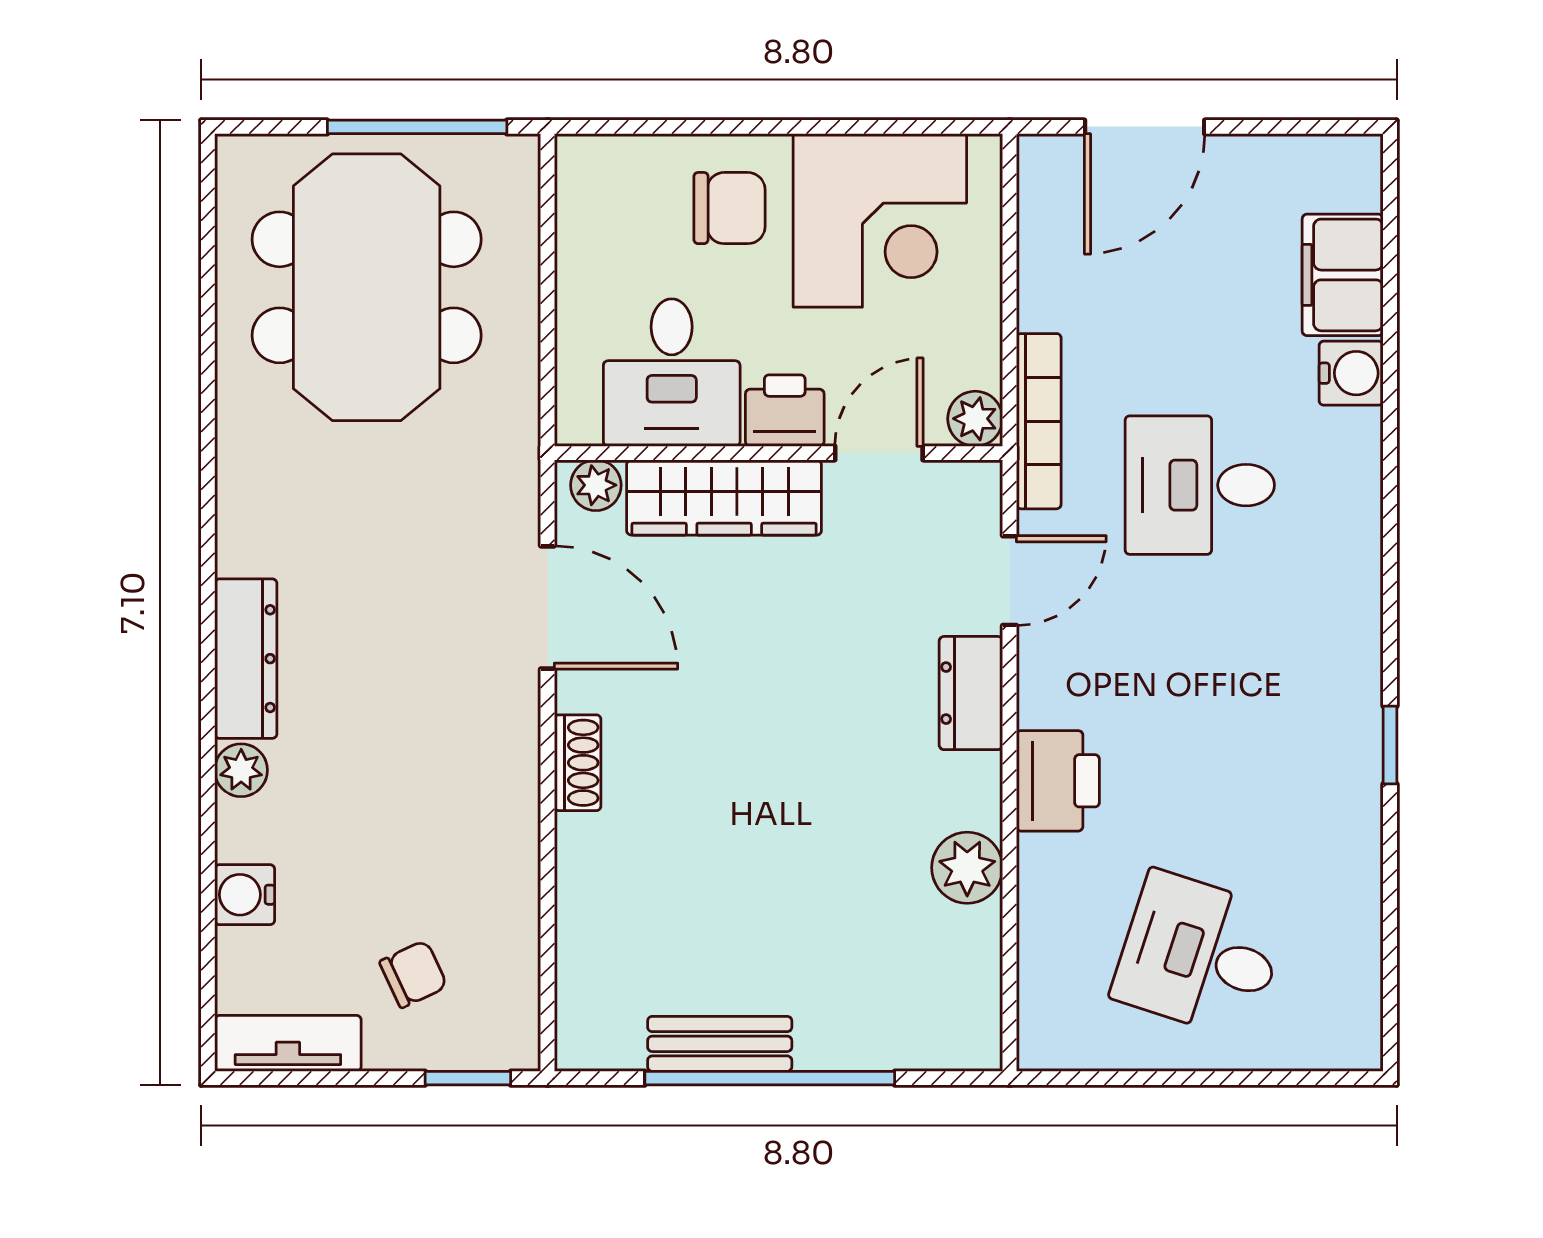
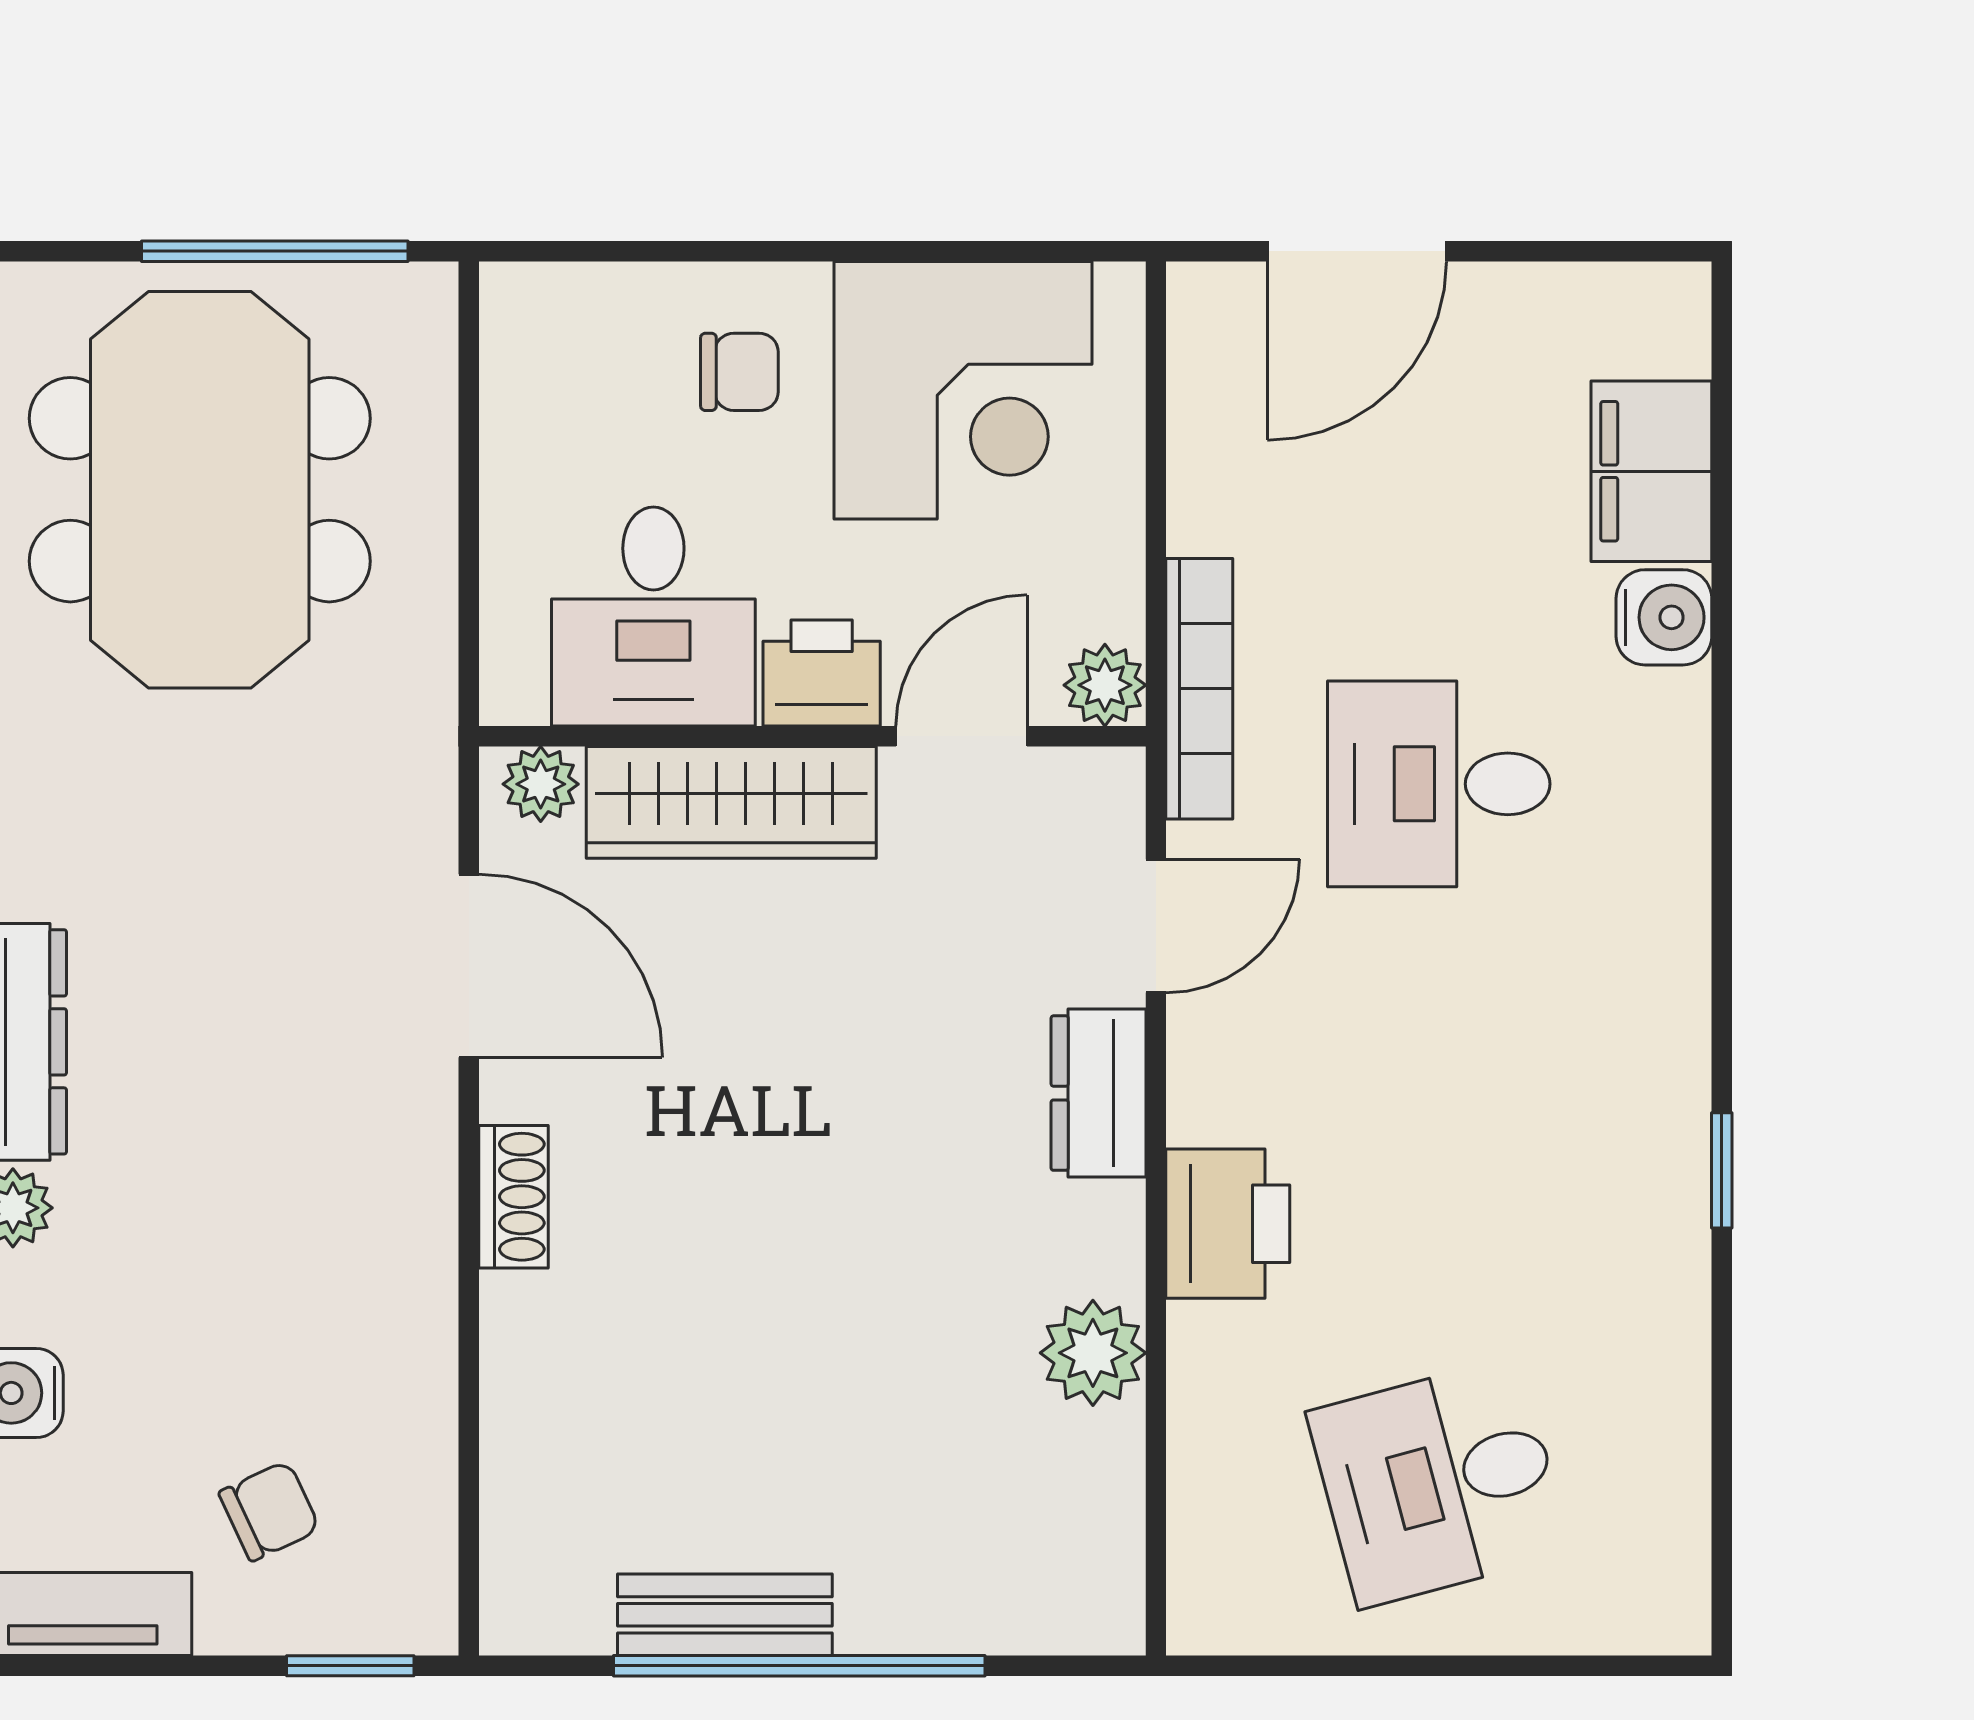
chair: (730, 208) -> (739, 372), width x0.73, depth x0.73
desk: (1200, 955) -> (1439, 1482), turned -33

